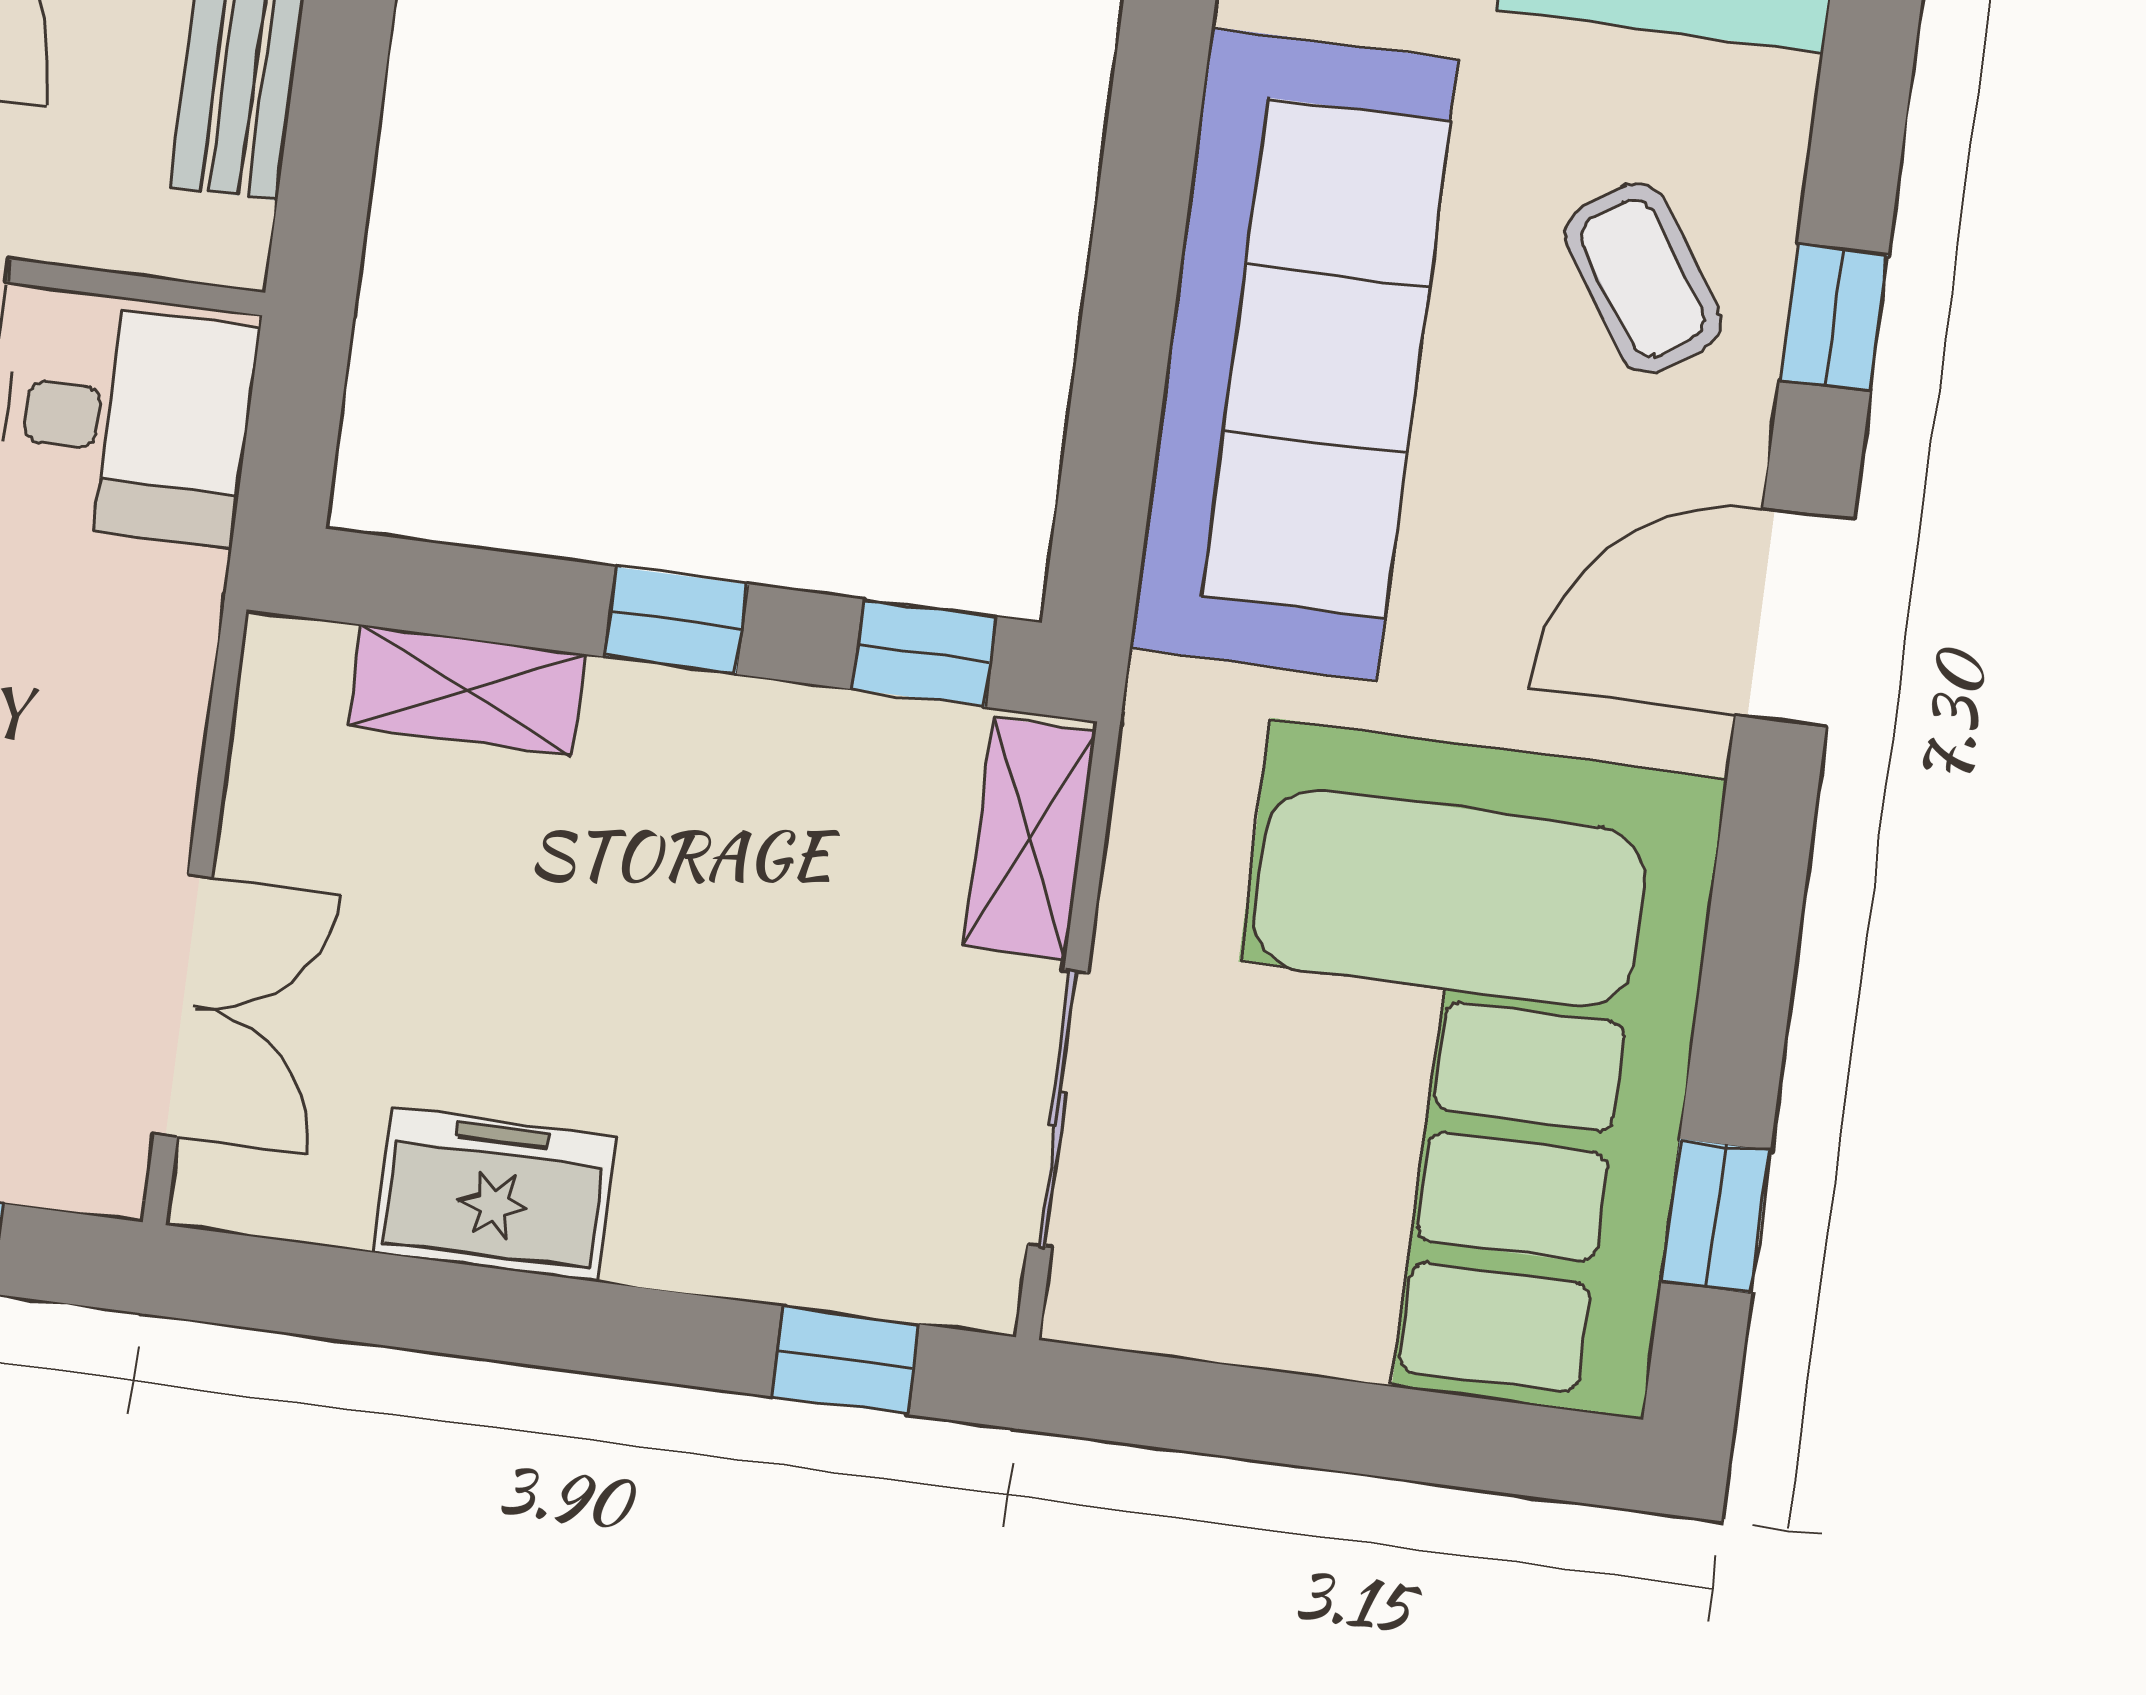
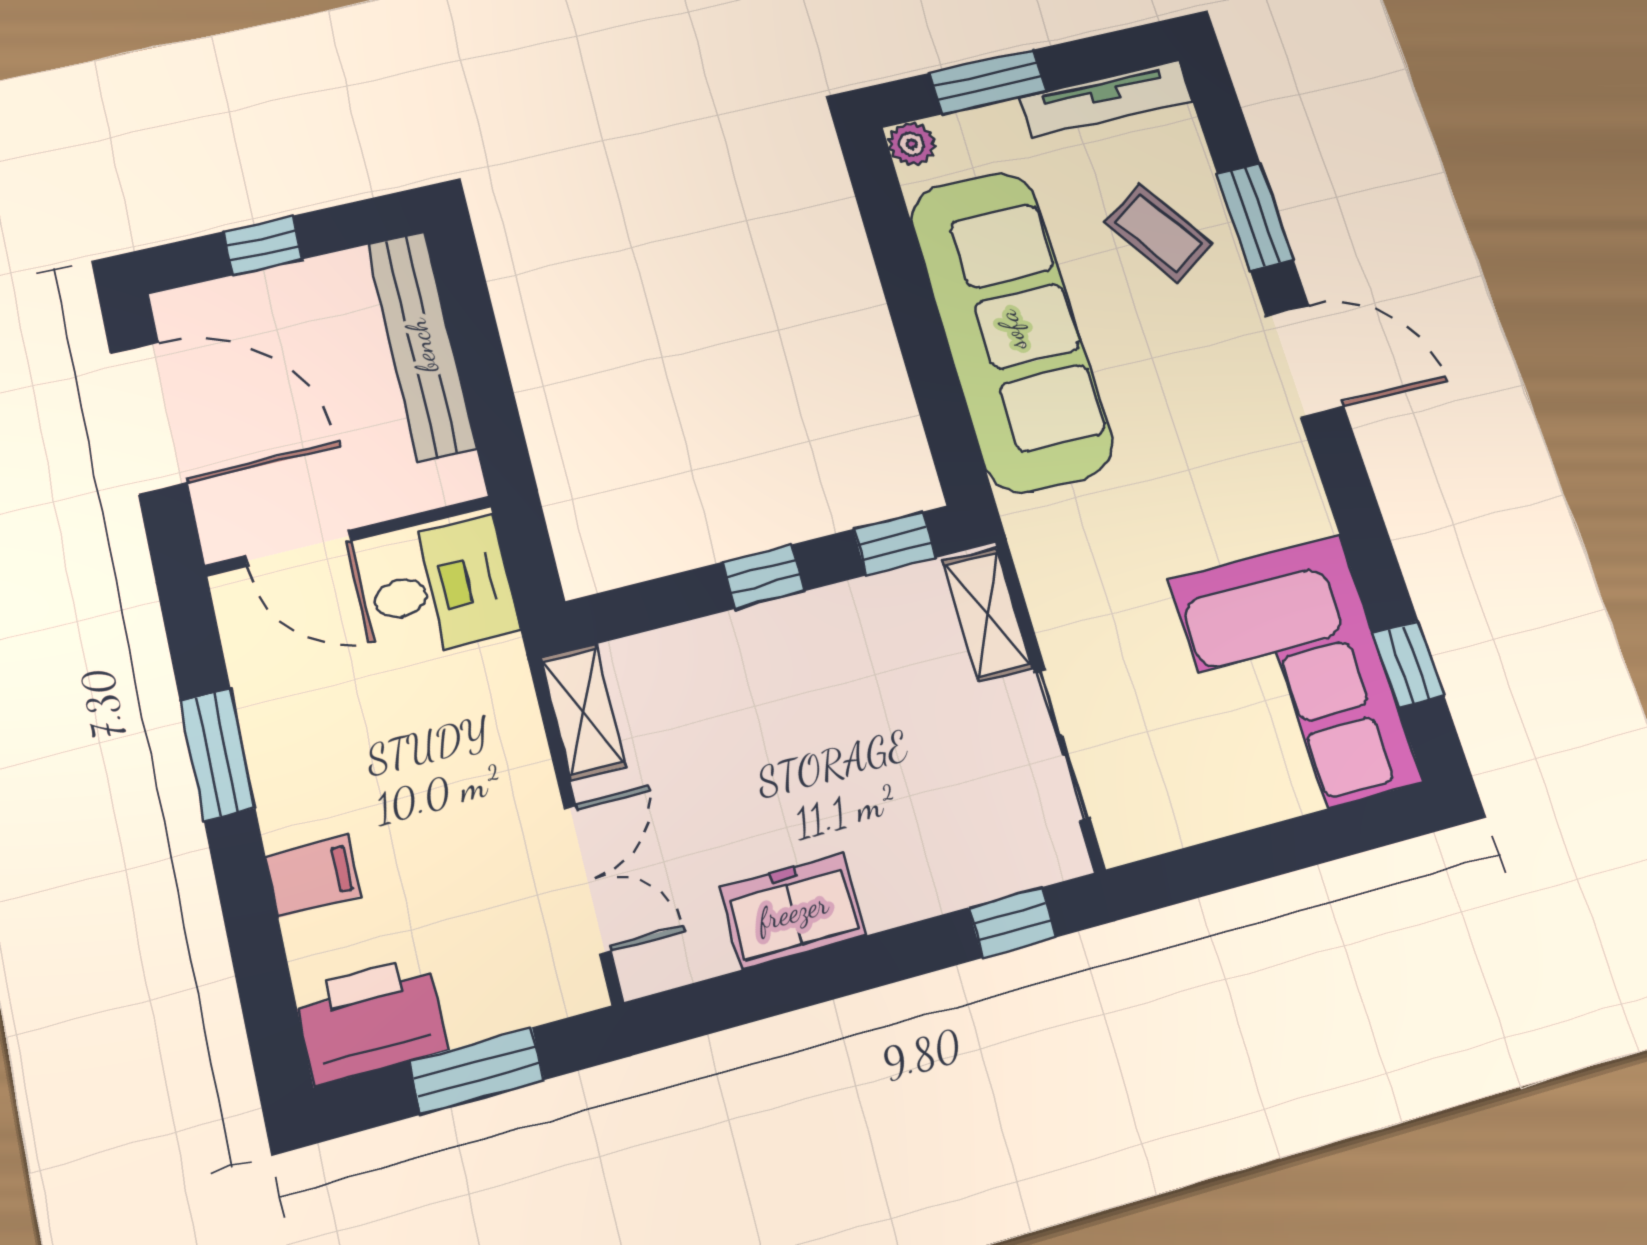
window: (1834, 317) -> (1255, 217), width x1.50
door: (1794, 617) -> (1305, 361), swing flipped
shelving: (467, 690) -> (583, 712), moved, turned 90
corner sofa: (1457, 1069) -> (1295, 680), width x0.73, depth x0.74

